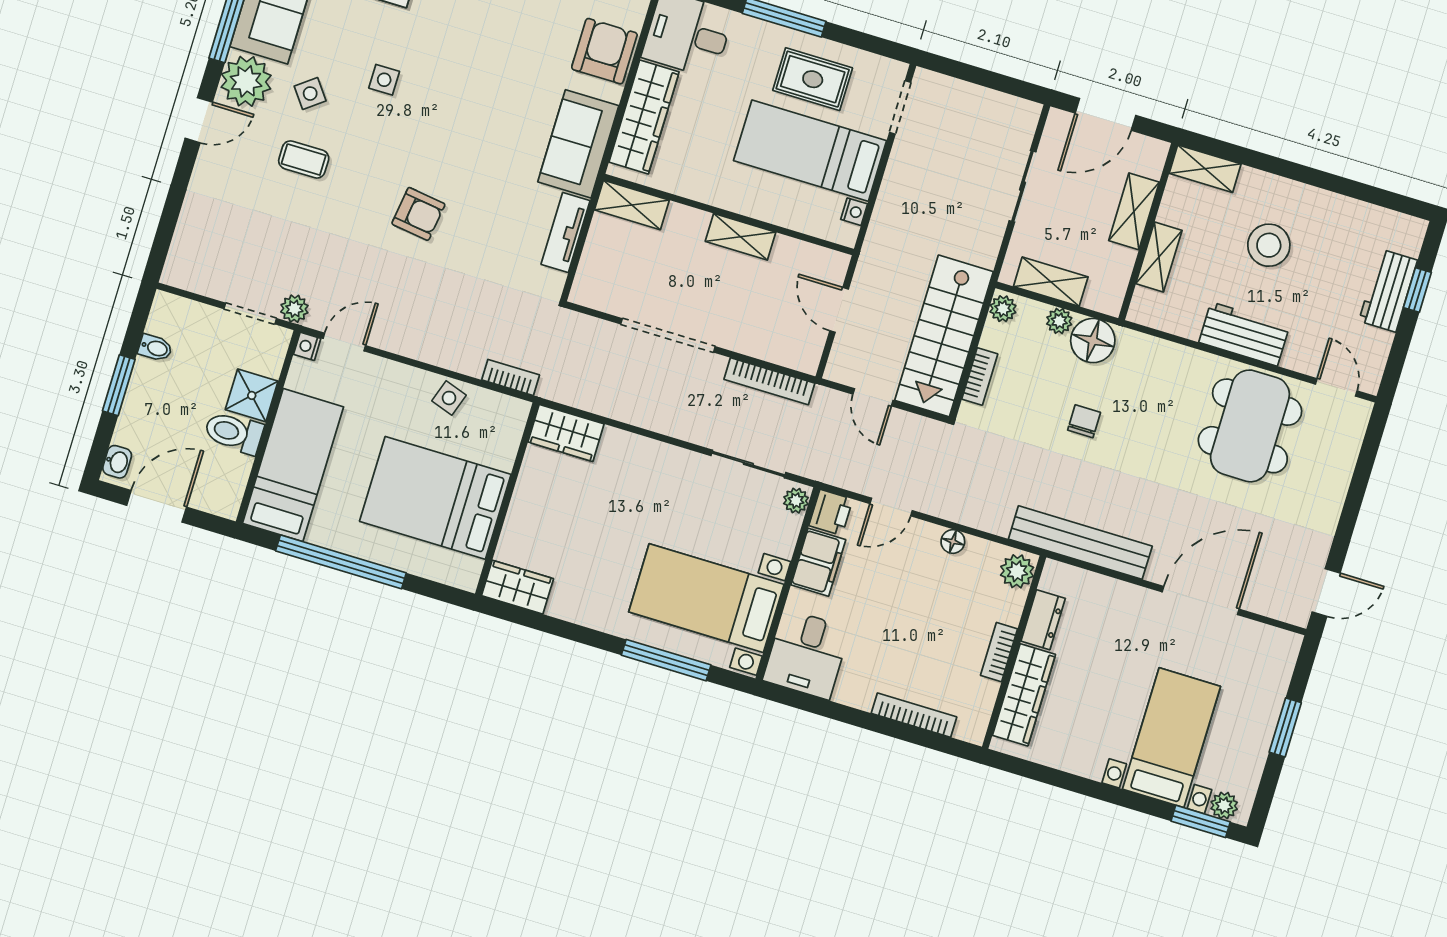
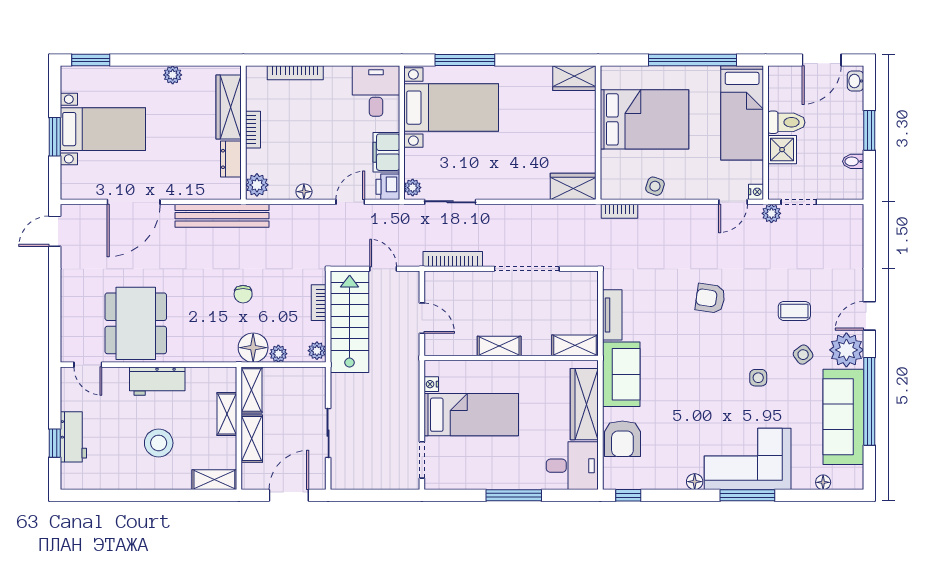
rug: (813, 79) -> (483, 461), removed
shelving: (1051, 282) -> (251, 390), moved, turned 90
bed with nightstands: (1171, 738) -> (103, 129), moved, turned -90
plant: (1224, 806) -> (173, 75), moved

